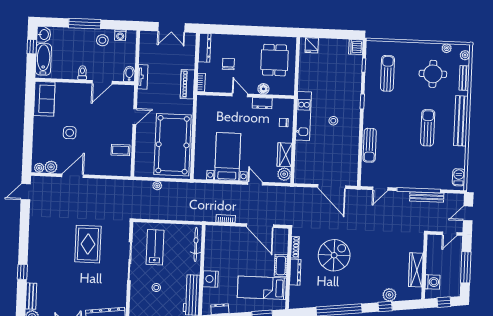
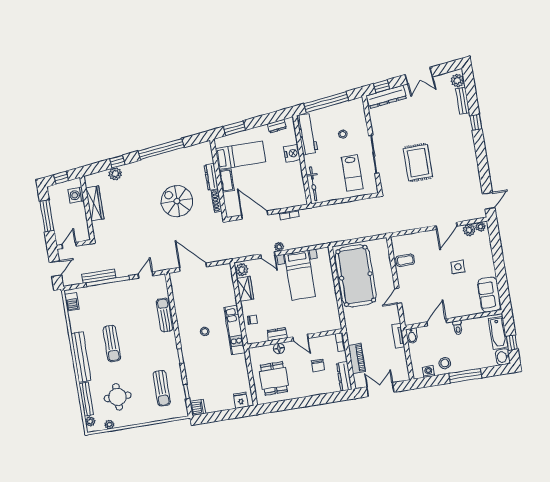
bench: (464, 78) -> (86, 399), width x1.36
piano: (187, 84) -> (357, 358), moved
plant: (157, 186) -> (279, 247), moved
spiral stairs: (334, 255) -> (177, 201), turned 90

